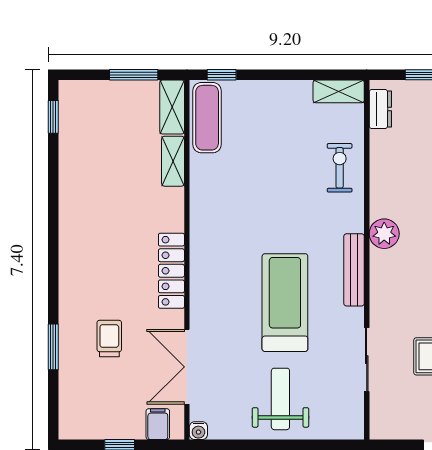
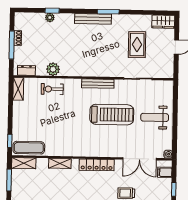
shelving: (173, 161) -> (60, 163), moved
plant: (384, 234) -> (53, 69), moved
treadmill: (285, 303) -> (112, 115), turned 180

